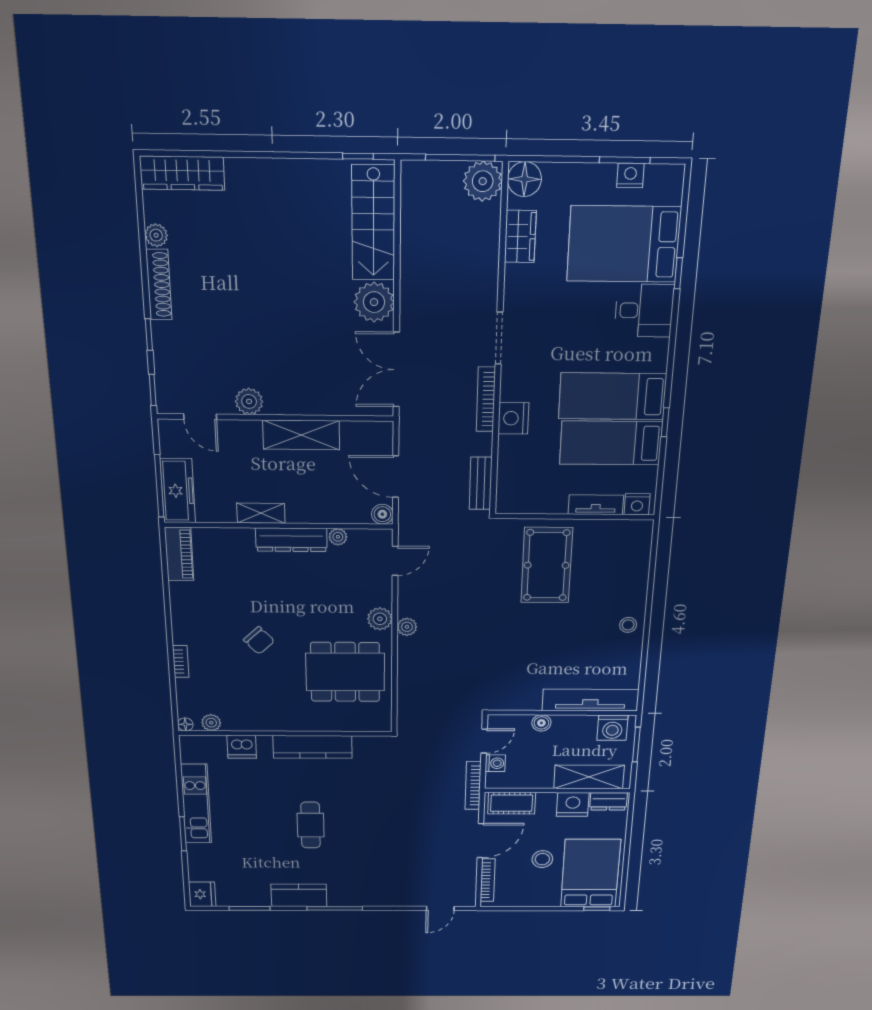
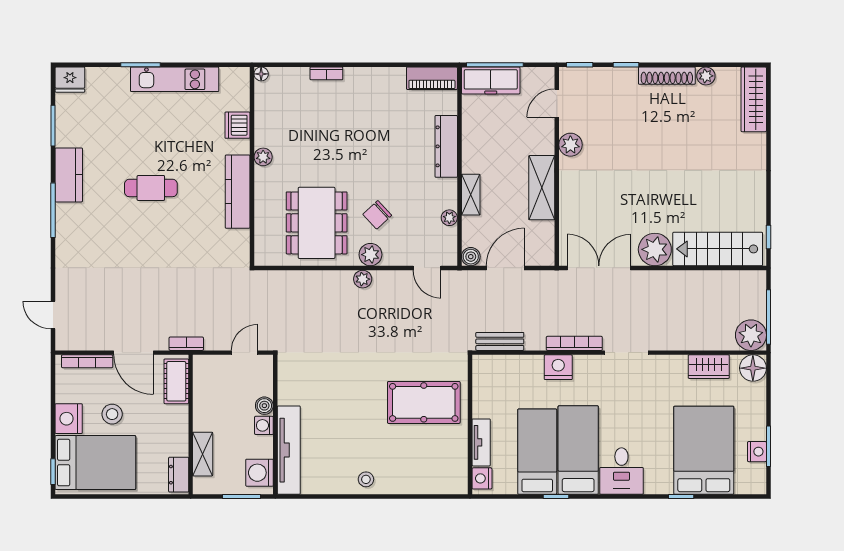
desk: (644, 311) -> (621, 471), moved
shelving: (261, 513) -> (471, 195), moved
dresser: (291, 540) -> (446, 146), moved
chair: (259, 640) -> (377, 215), moved
plant: (211, 723) -> (263, 157), moved
door: (484, 741) -> (245, 353), swing flipped
washing machine: (495, 763) -> (264, 425), moved, turned 90
shelving: (589, 777) -> (203, 454), width x0.67, depth x0.75
bookcase: (473, 786) -> (186, 344), width x0.64
nightstand: (573, 804) -> (69, 419), moved, turned 180

